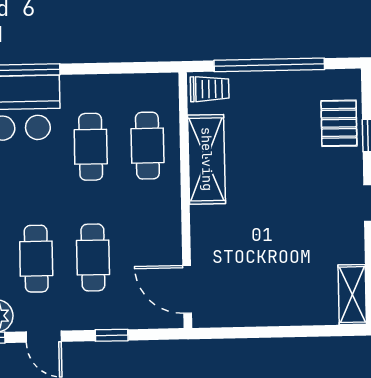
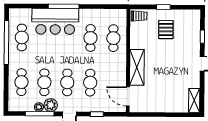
window: (269, 65) -> (163, 7), width x0.32
pallet: (339, 123) -> (166, 30), moved
shelving: (207, 159) -> (137, 67), moved

